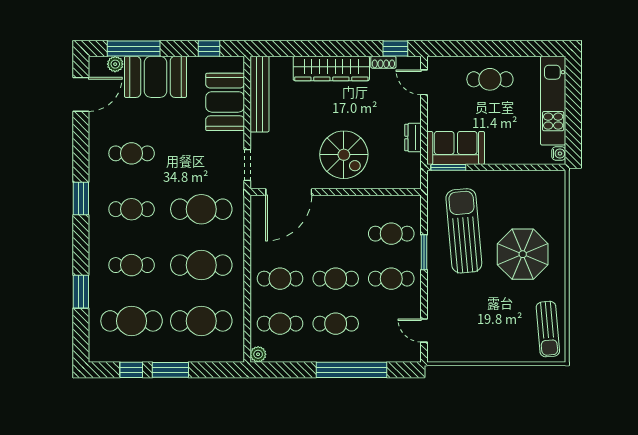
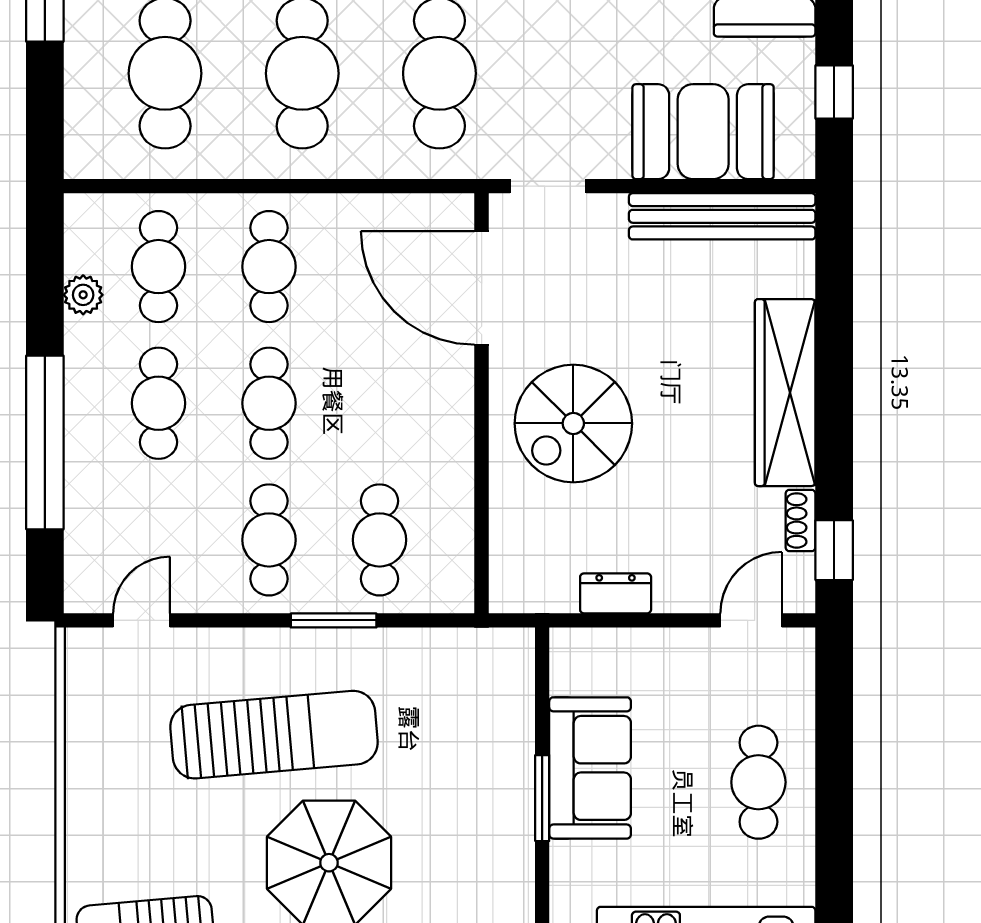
sofa: (456, 148) -> (590, 768), moved
window: (448, 167) -> (542, 798), moved
sun lounger: (464, 231) -> (274, 735), moved
plant: (258, 354) -> (83, 295), moved

